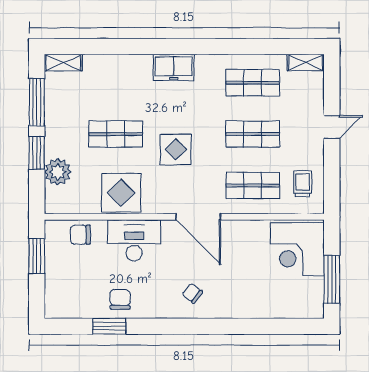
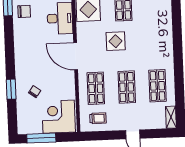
freezer: (174, 67) -> (165, 38), removed
door: (198, 217) -> (76, 56), hinge flipped
chair: (192, 293) -> (35, 92), moved
window: (248, 326) -> (11, 89), added

